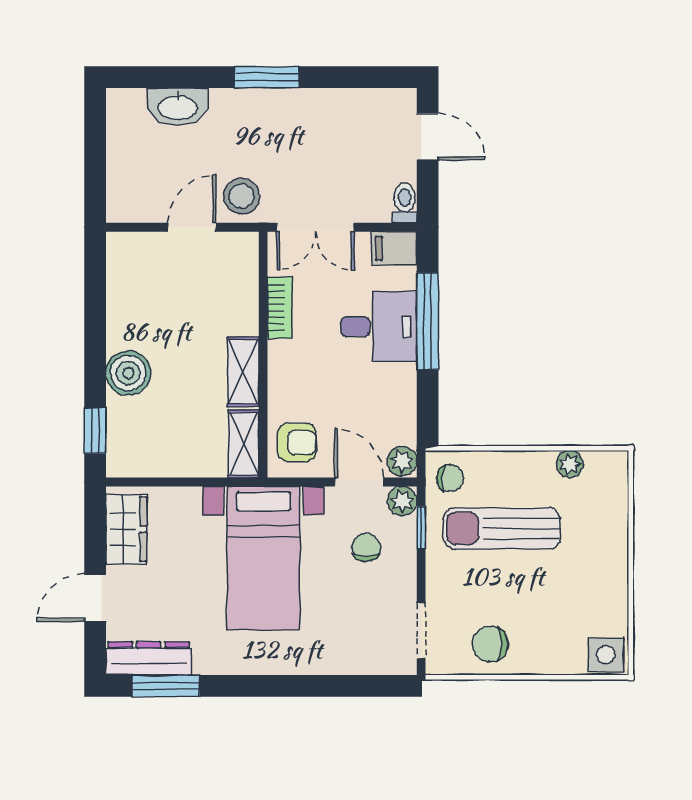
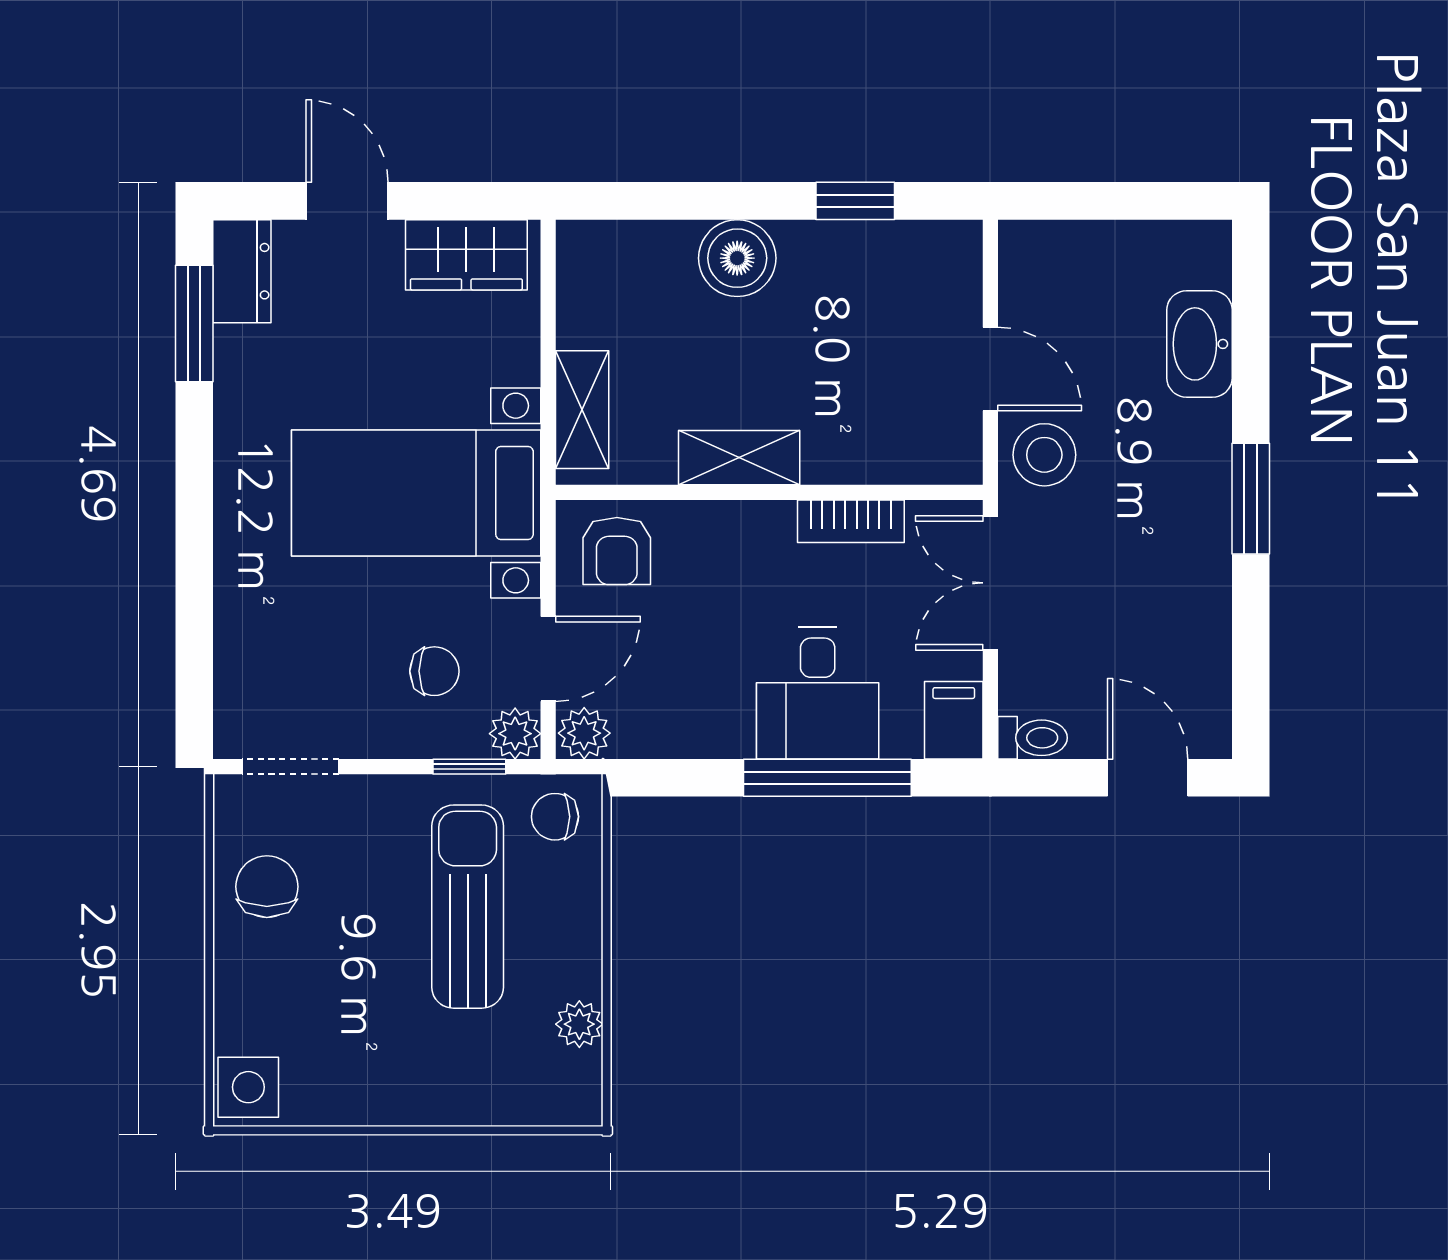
door: (428, 137) -> (1148, 778), swing flipped
window: (95, 431) -> (855, 201), moved
shelving: (244, 444) -> (582, 410), moved, turned 90
chair: (450, 478) -> (555, 817), turned 90
dresser: (149, 658) -> (242, 271), width x0.70

